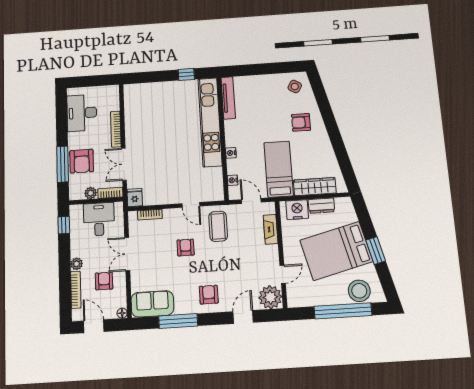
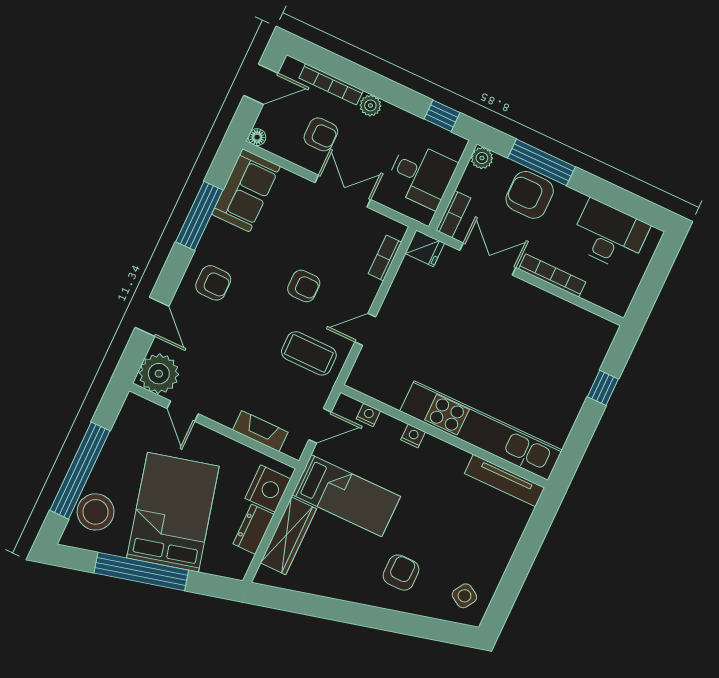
window: (186, 74) -> (603, 388), moved
plant: (91, 193) -> (482, 158), moved
window: (376, 250) -> (141, 572), width x2.11

